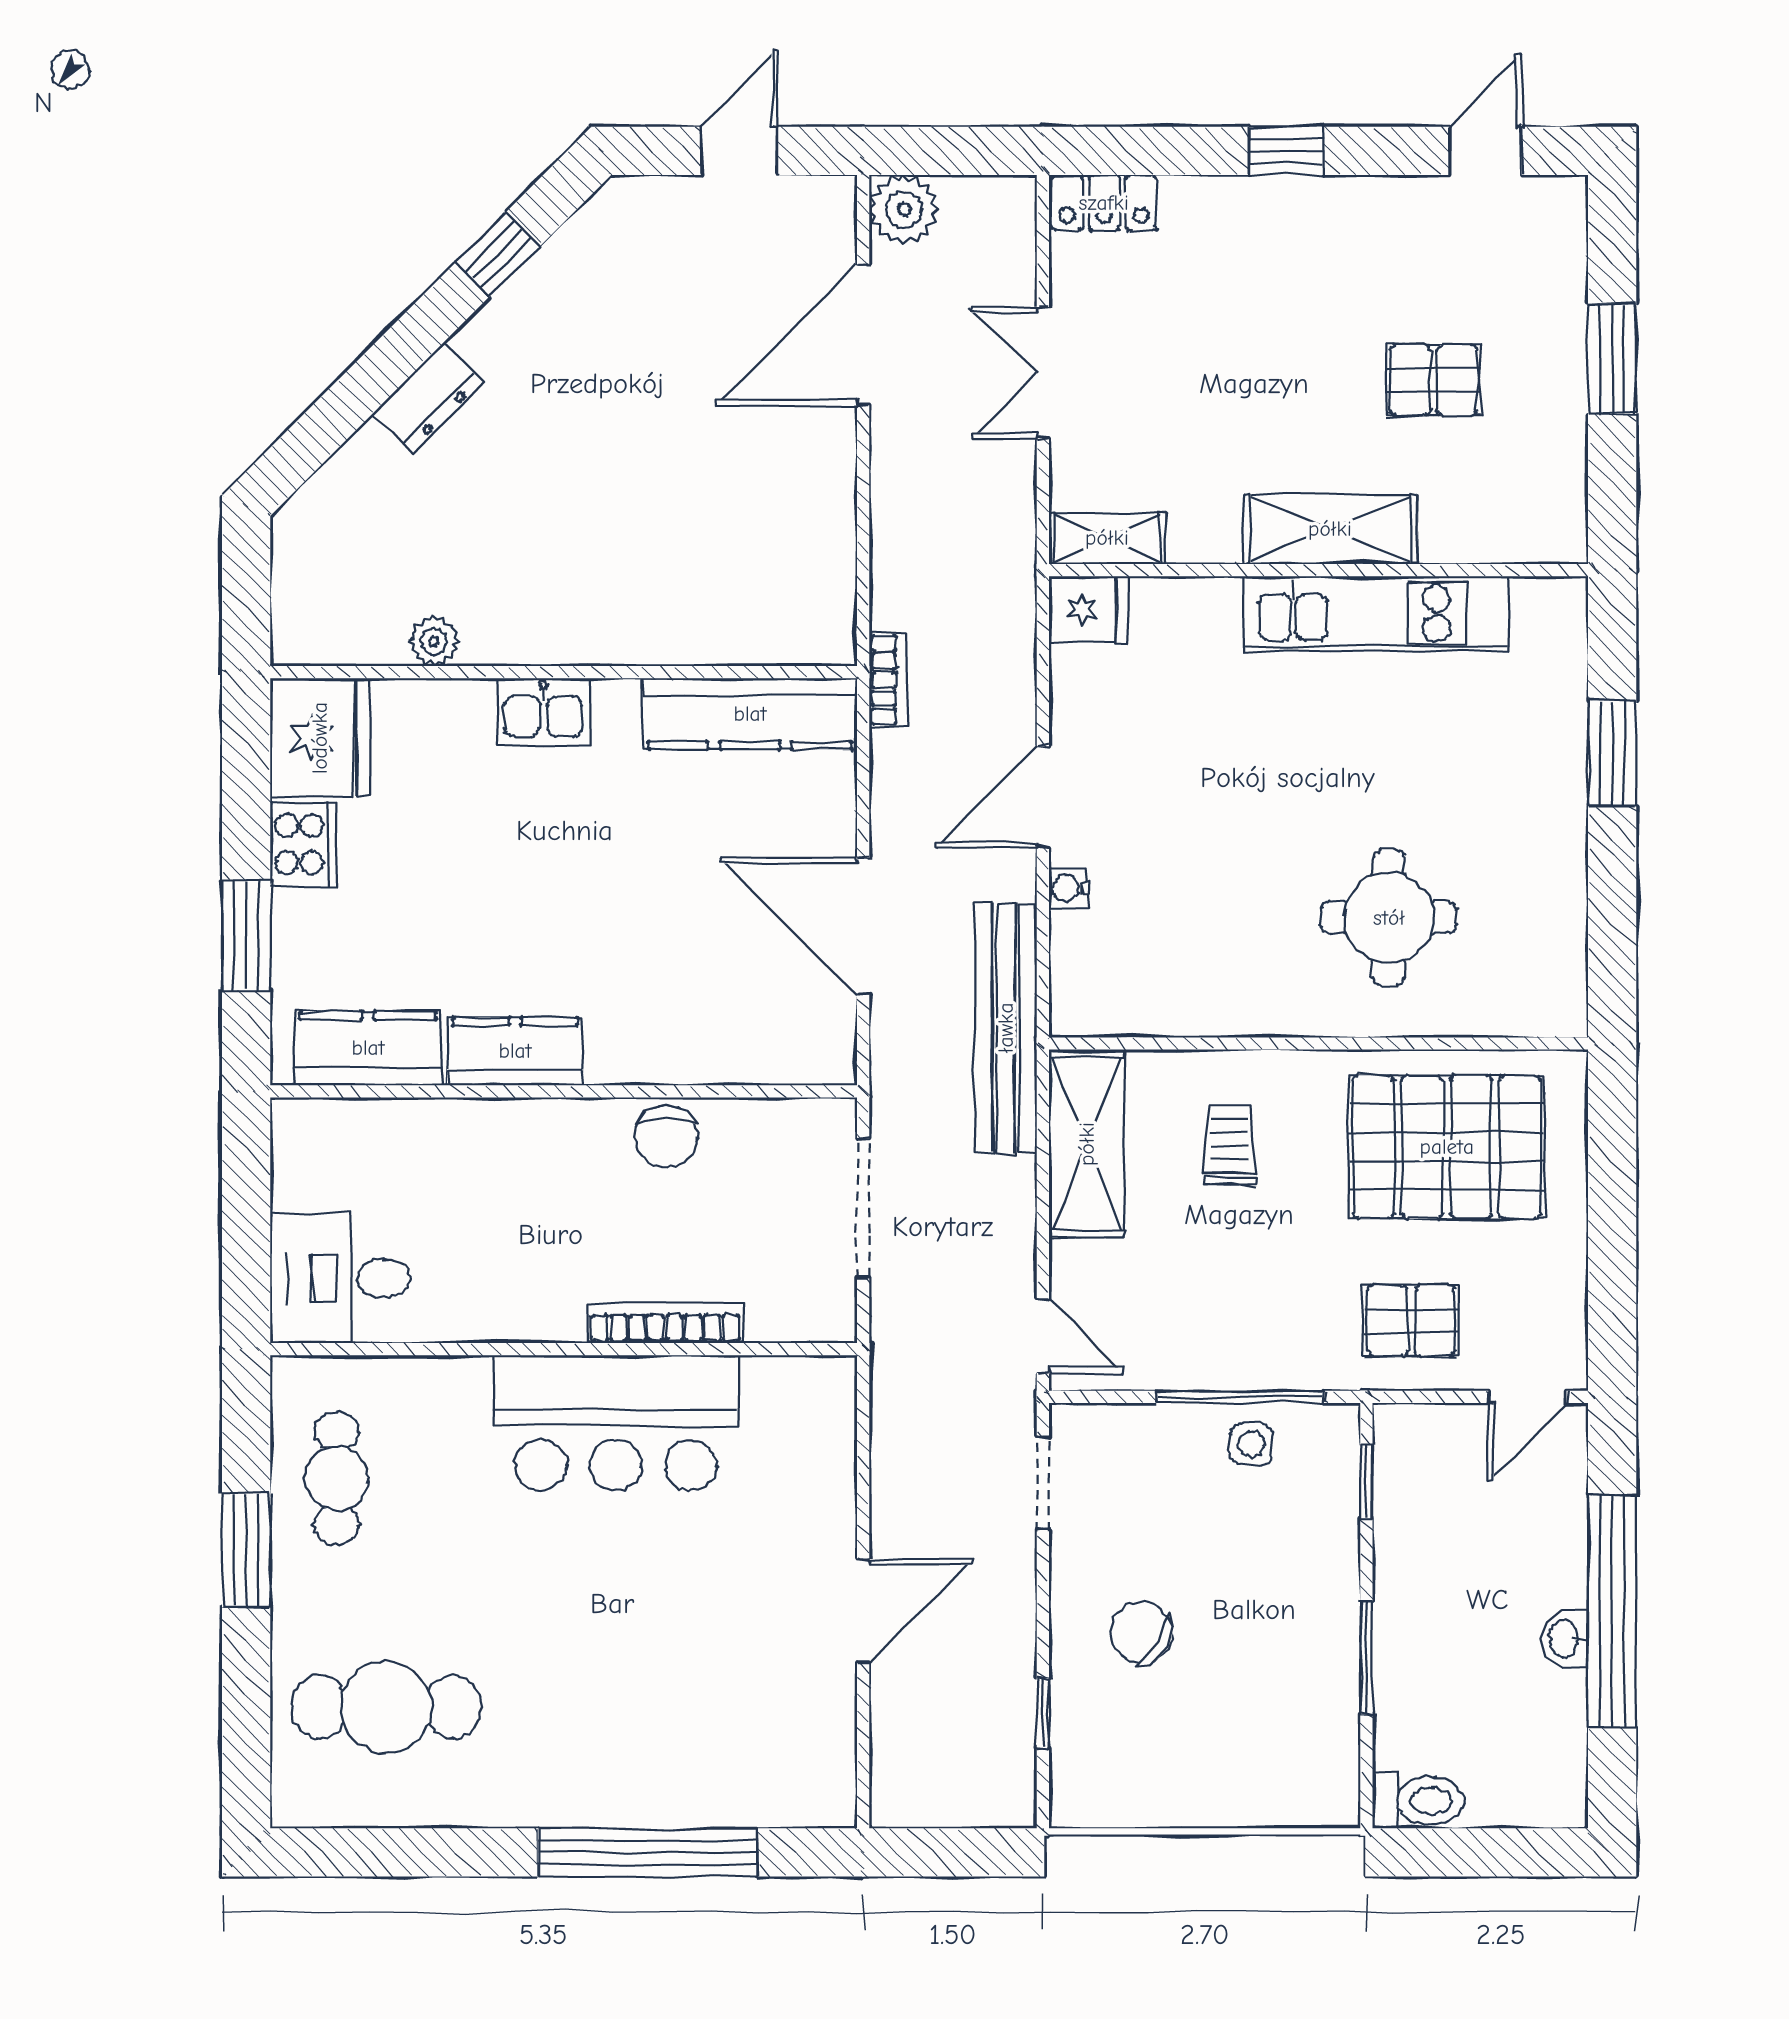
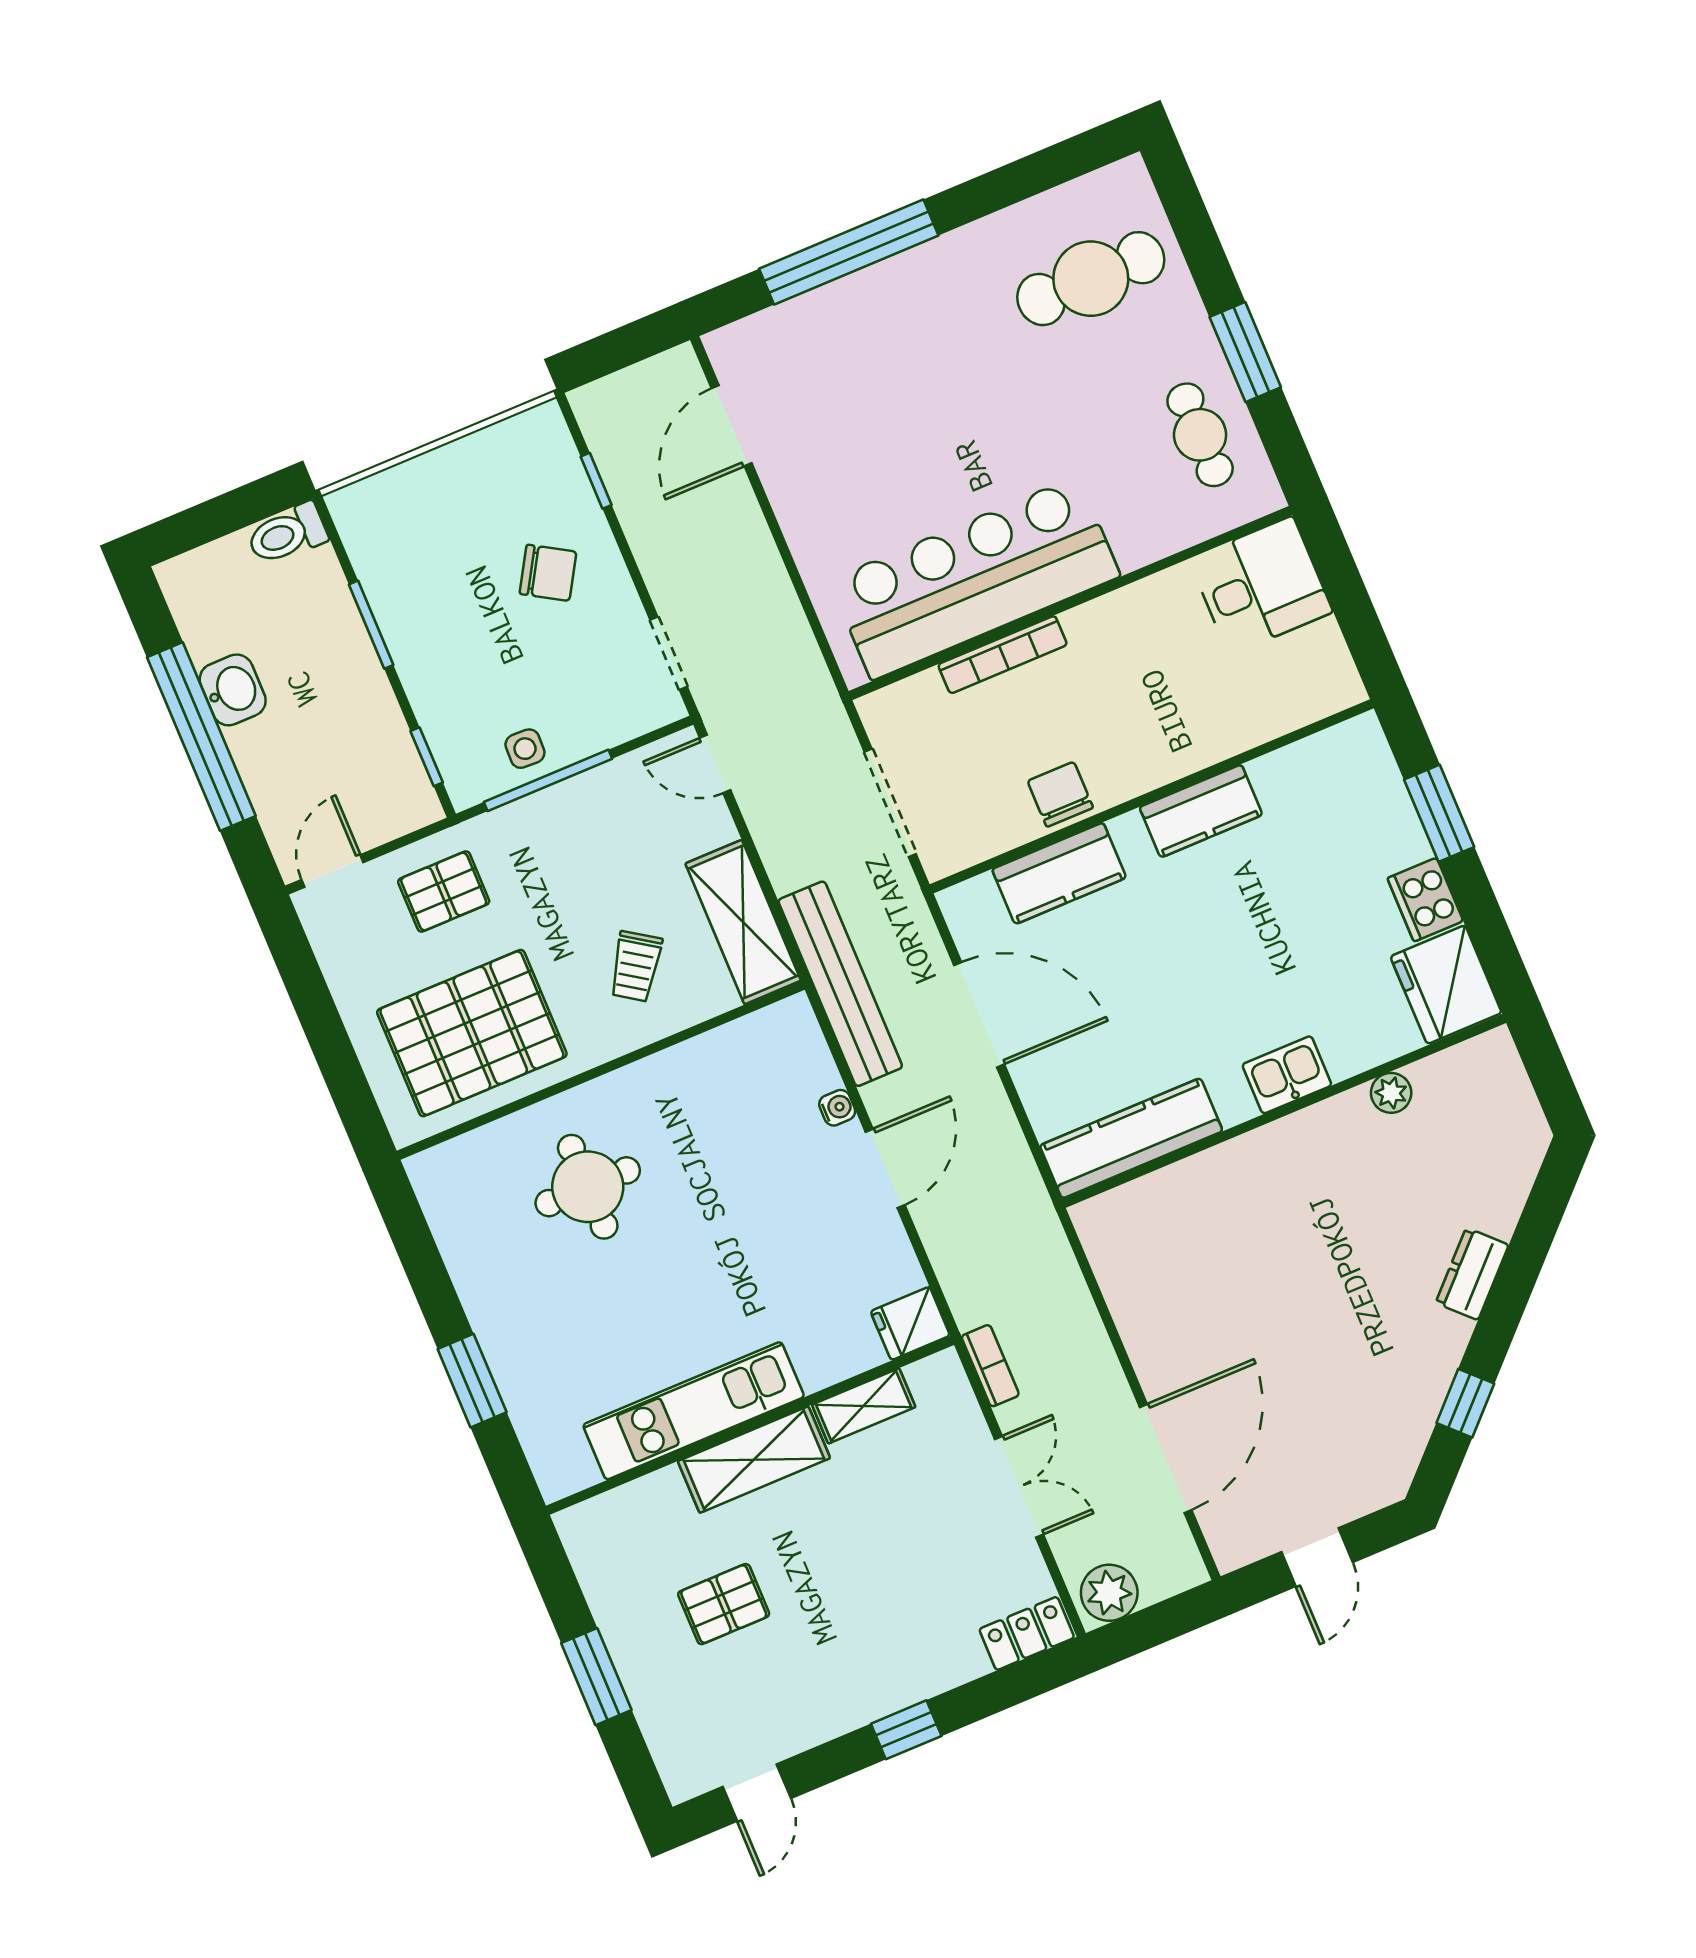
plant: (904, 209) -> (1109, 1593), moved
shelving: (1107, 538) -> (864, 1406), moved
bookcase: (888, 680) -> (990, 1366), moved, turned 180
kitchen counter: (368, 1048) -> (1059, 873), moved
trolley: (1229, 1145) -> (636, 966), turned 34
bar counter: (616, 1423) -> (975, 578), width x1.36
door: (863, 1611) -> (732, 426), moved
washbasin: (1565, 1639) -> (233, 690), width x1.38, depth x1.45

